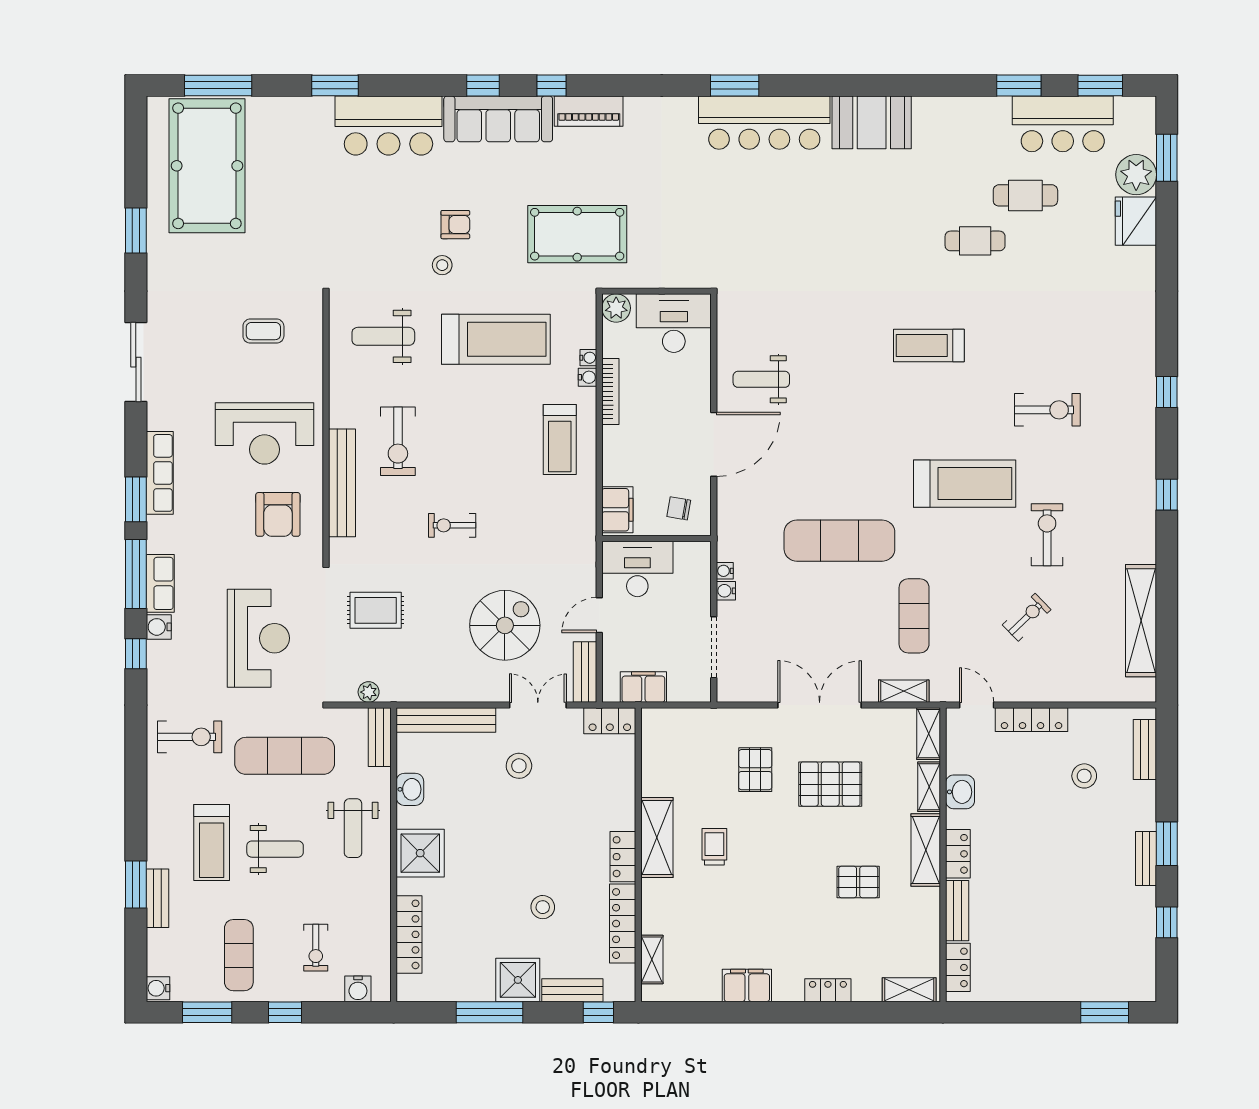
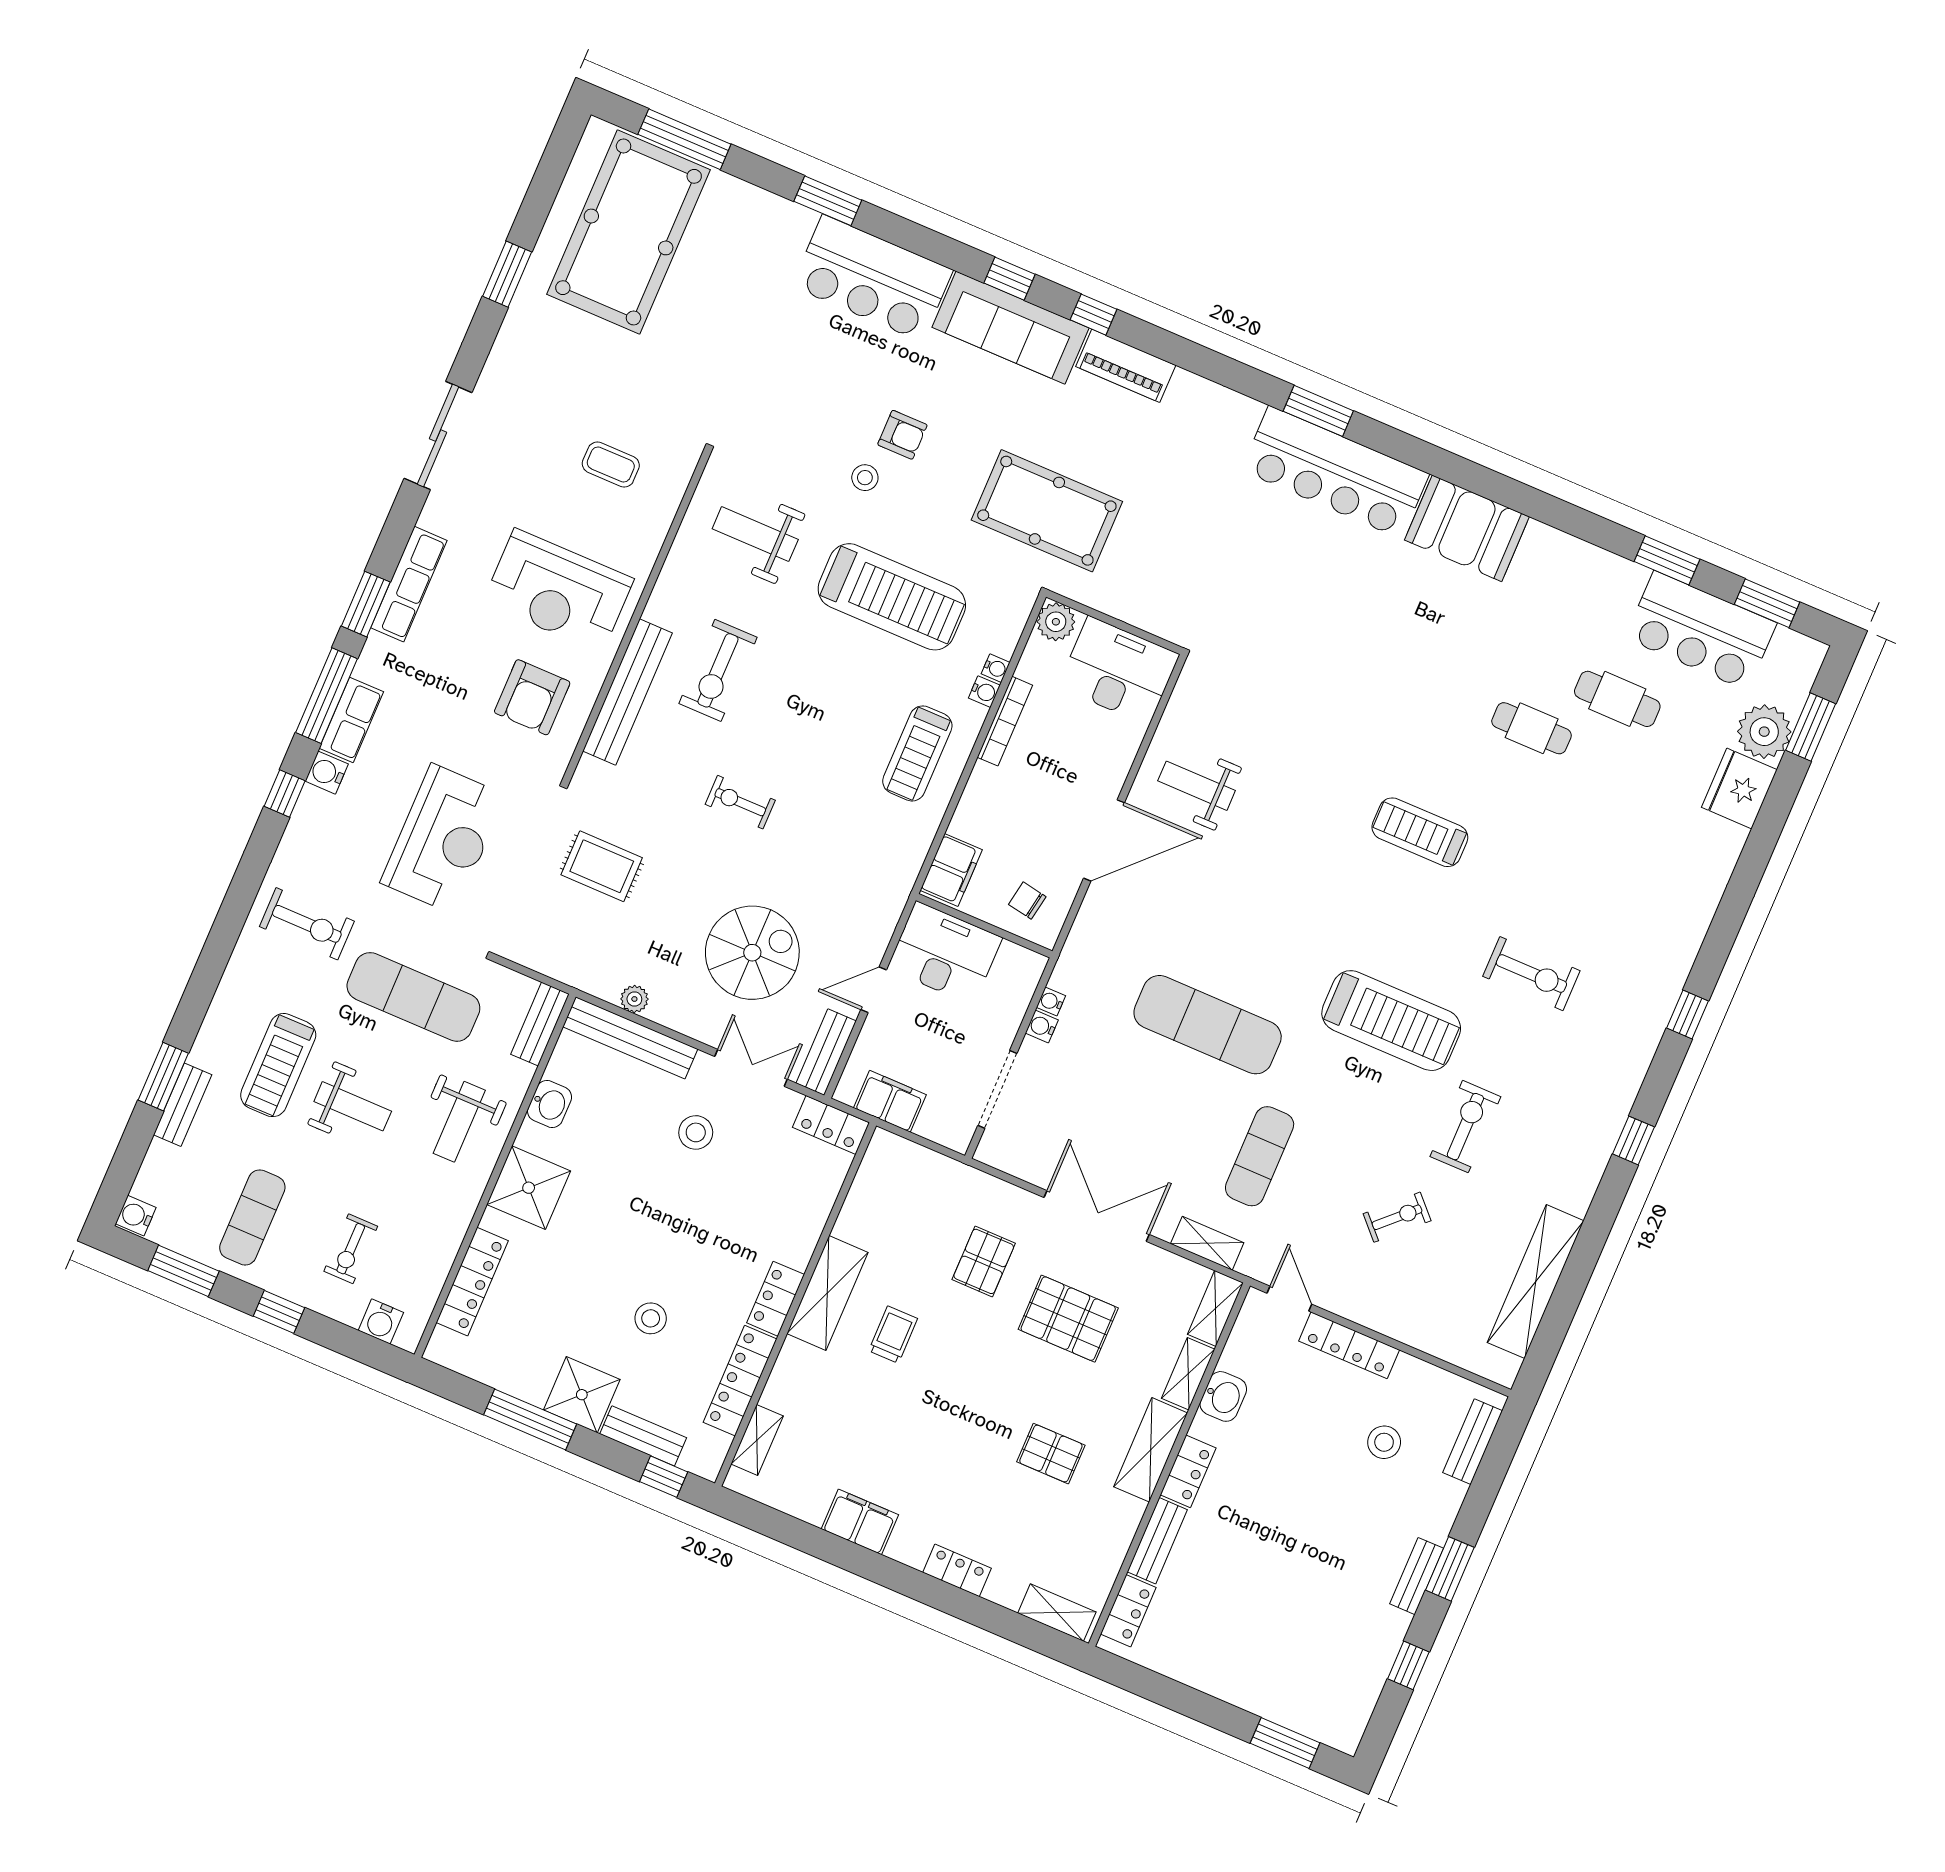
plant: (369, 692) -> (634, 999), moved

